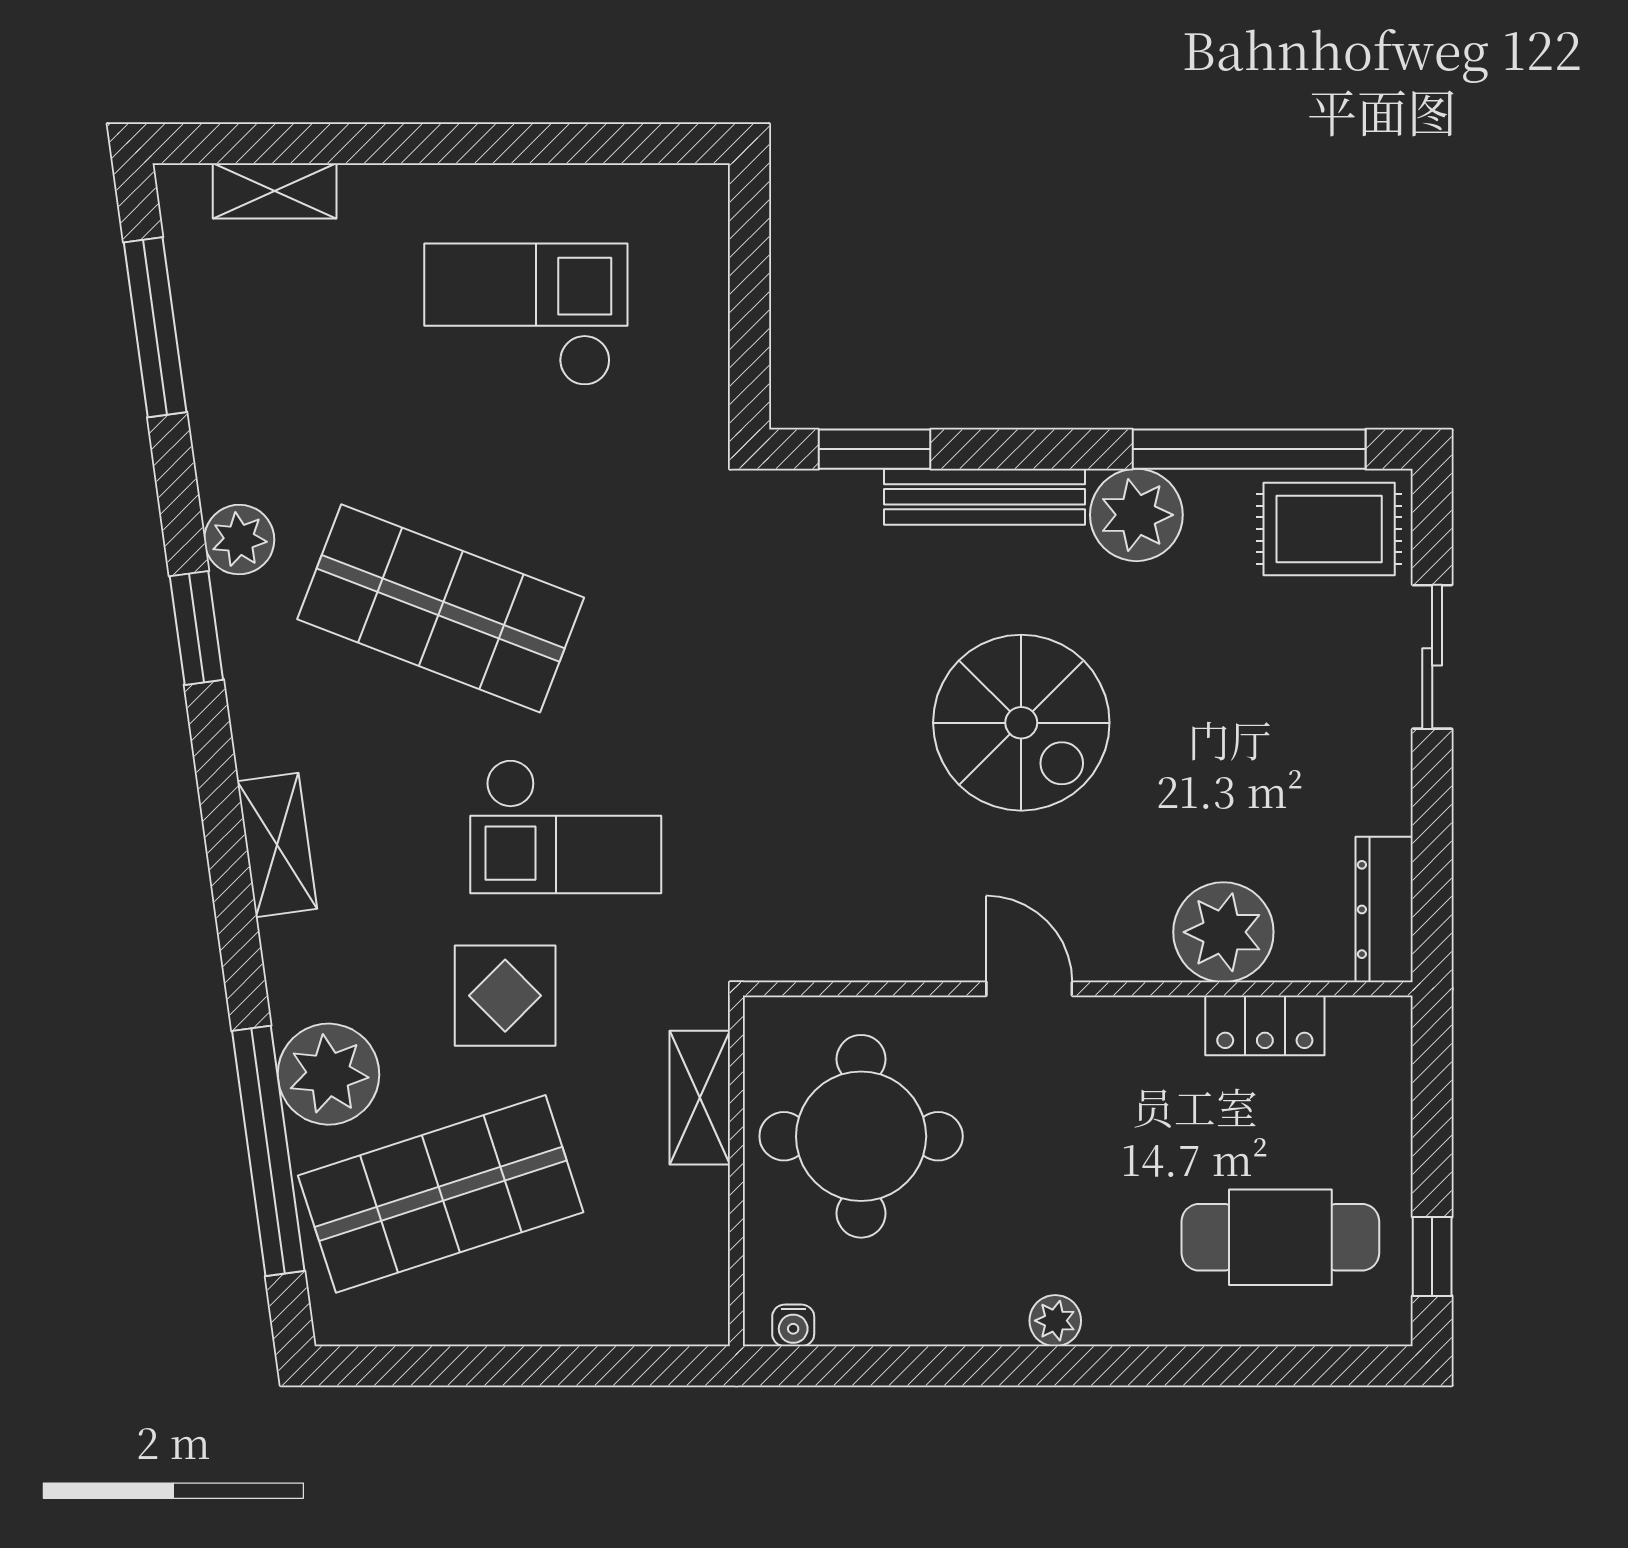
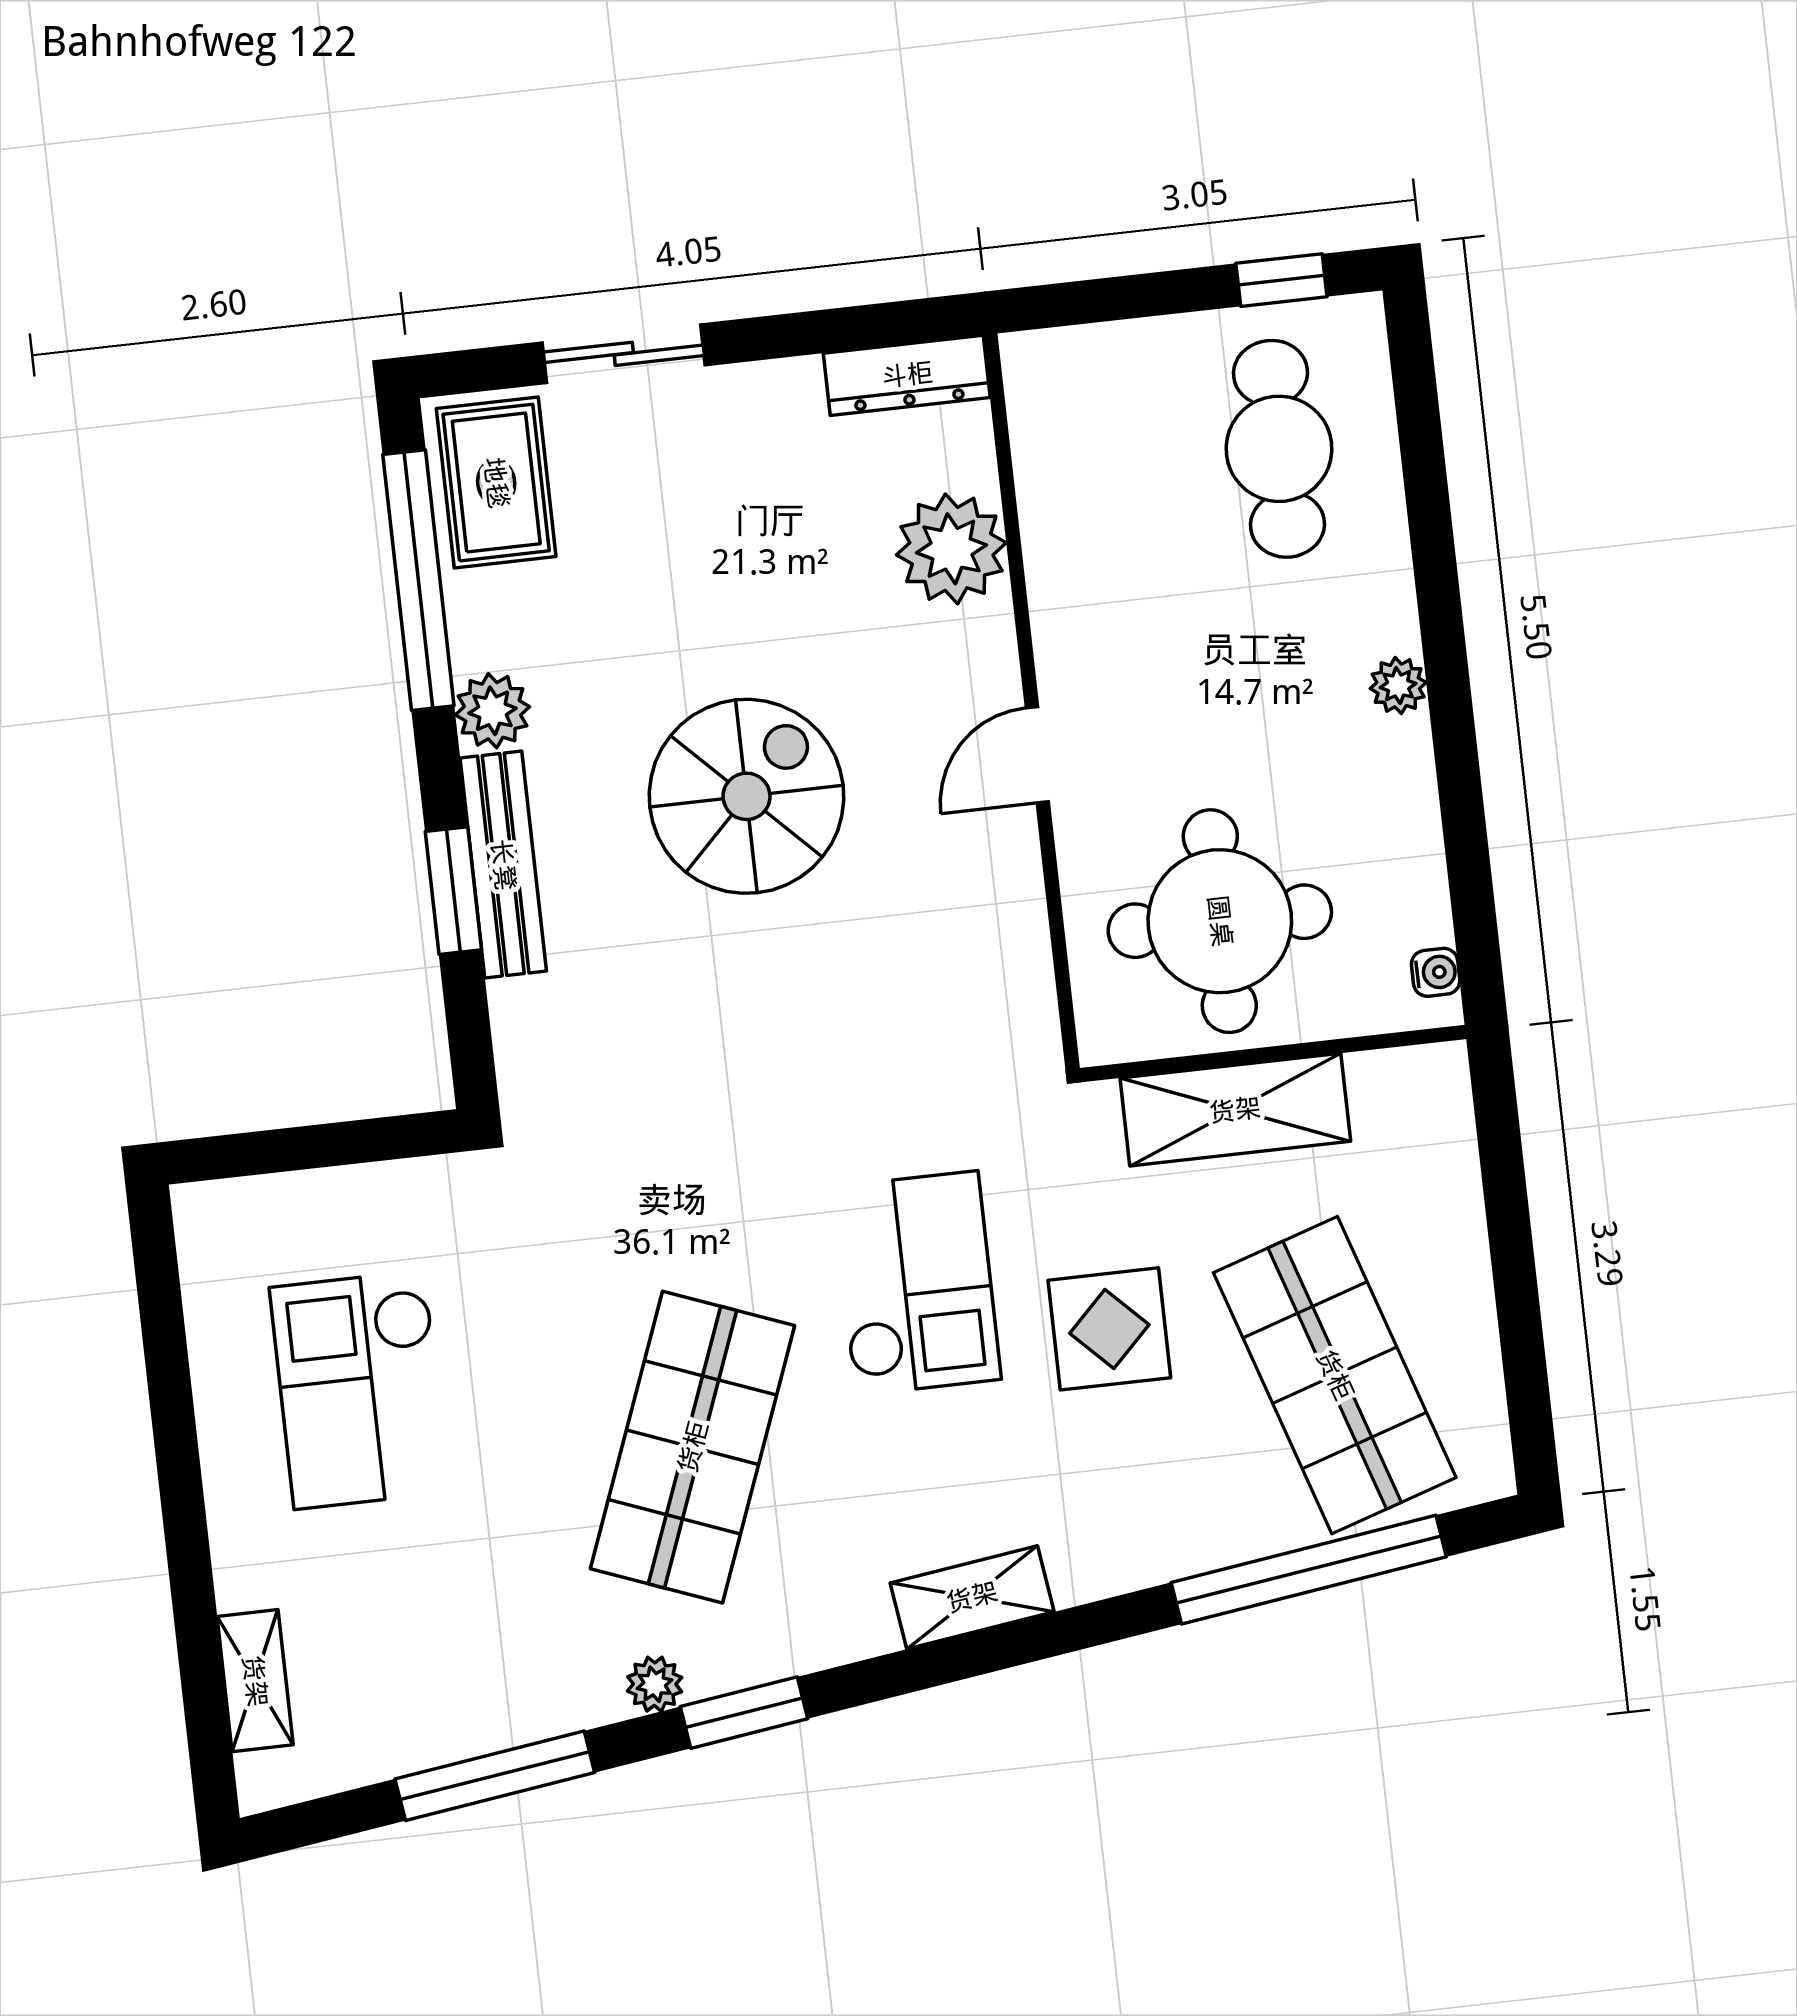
window: (155, 327) -> (495, 1776), moved
window: (875, 449) -> (453, 891), moved
plant: (1136, 515) -> (493, 711), width x0.73, depth x0.73
plant: (239, 540) -> (655, 1684), width x0.73, depth x0.73
locker: (1265, 1025) -> (1048, 492), removed
plant: (328, 1074) -> (1217, 1513), removed
shelving: (700, 1098) -> (1235, 1110), width x1.50, depth x1.33

